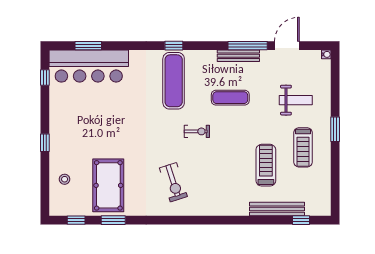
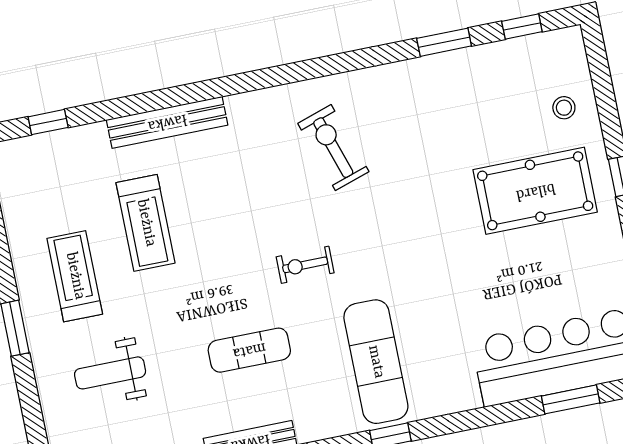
pool table: (108, 185) -> (535, 191), moved, turned 90
bench: (277, 209) -> (167, 122), moved

